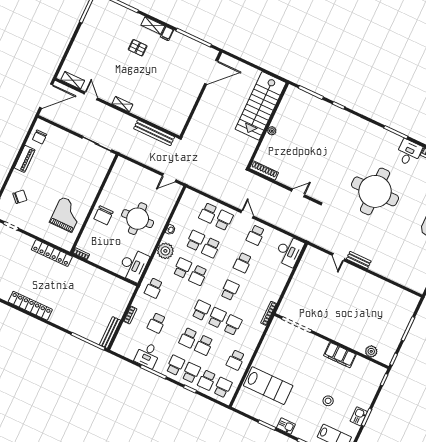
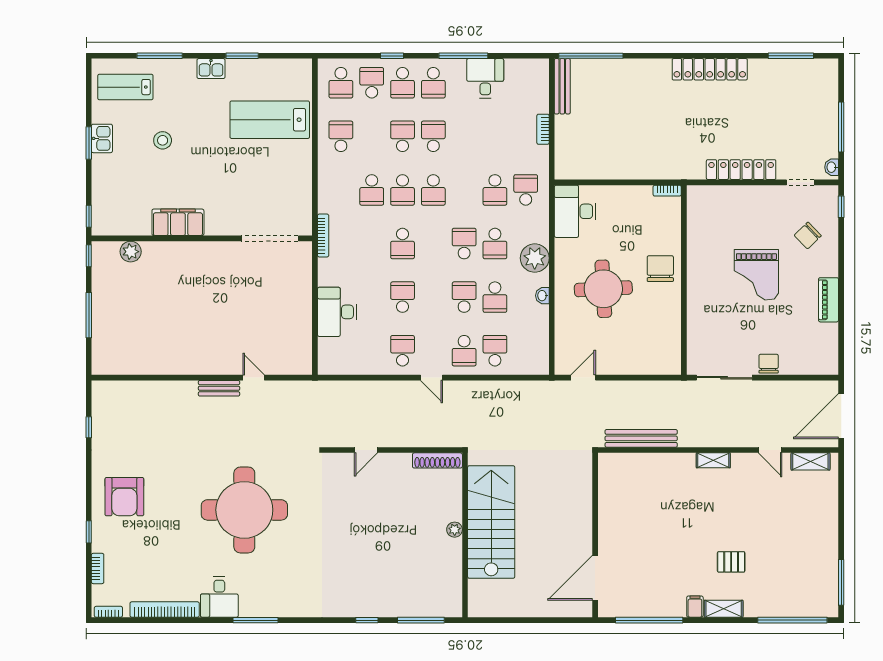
stairs: (261, 106) -> (491, 522), moved
chair: (40, 137) -> (769, 364), moved
grand piano: (67, 215) -> (756, 275), moved
desk: (289, 251) -> (337, 312), moved
locker: (52, 253) -> (741, 170), moved
school desk: (157, 323) -> (495, 190), moved, turned 180

